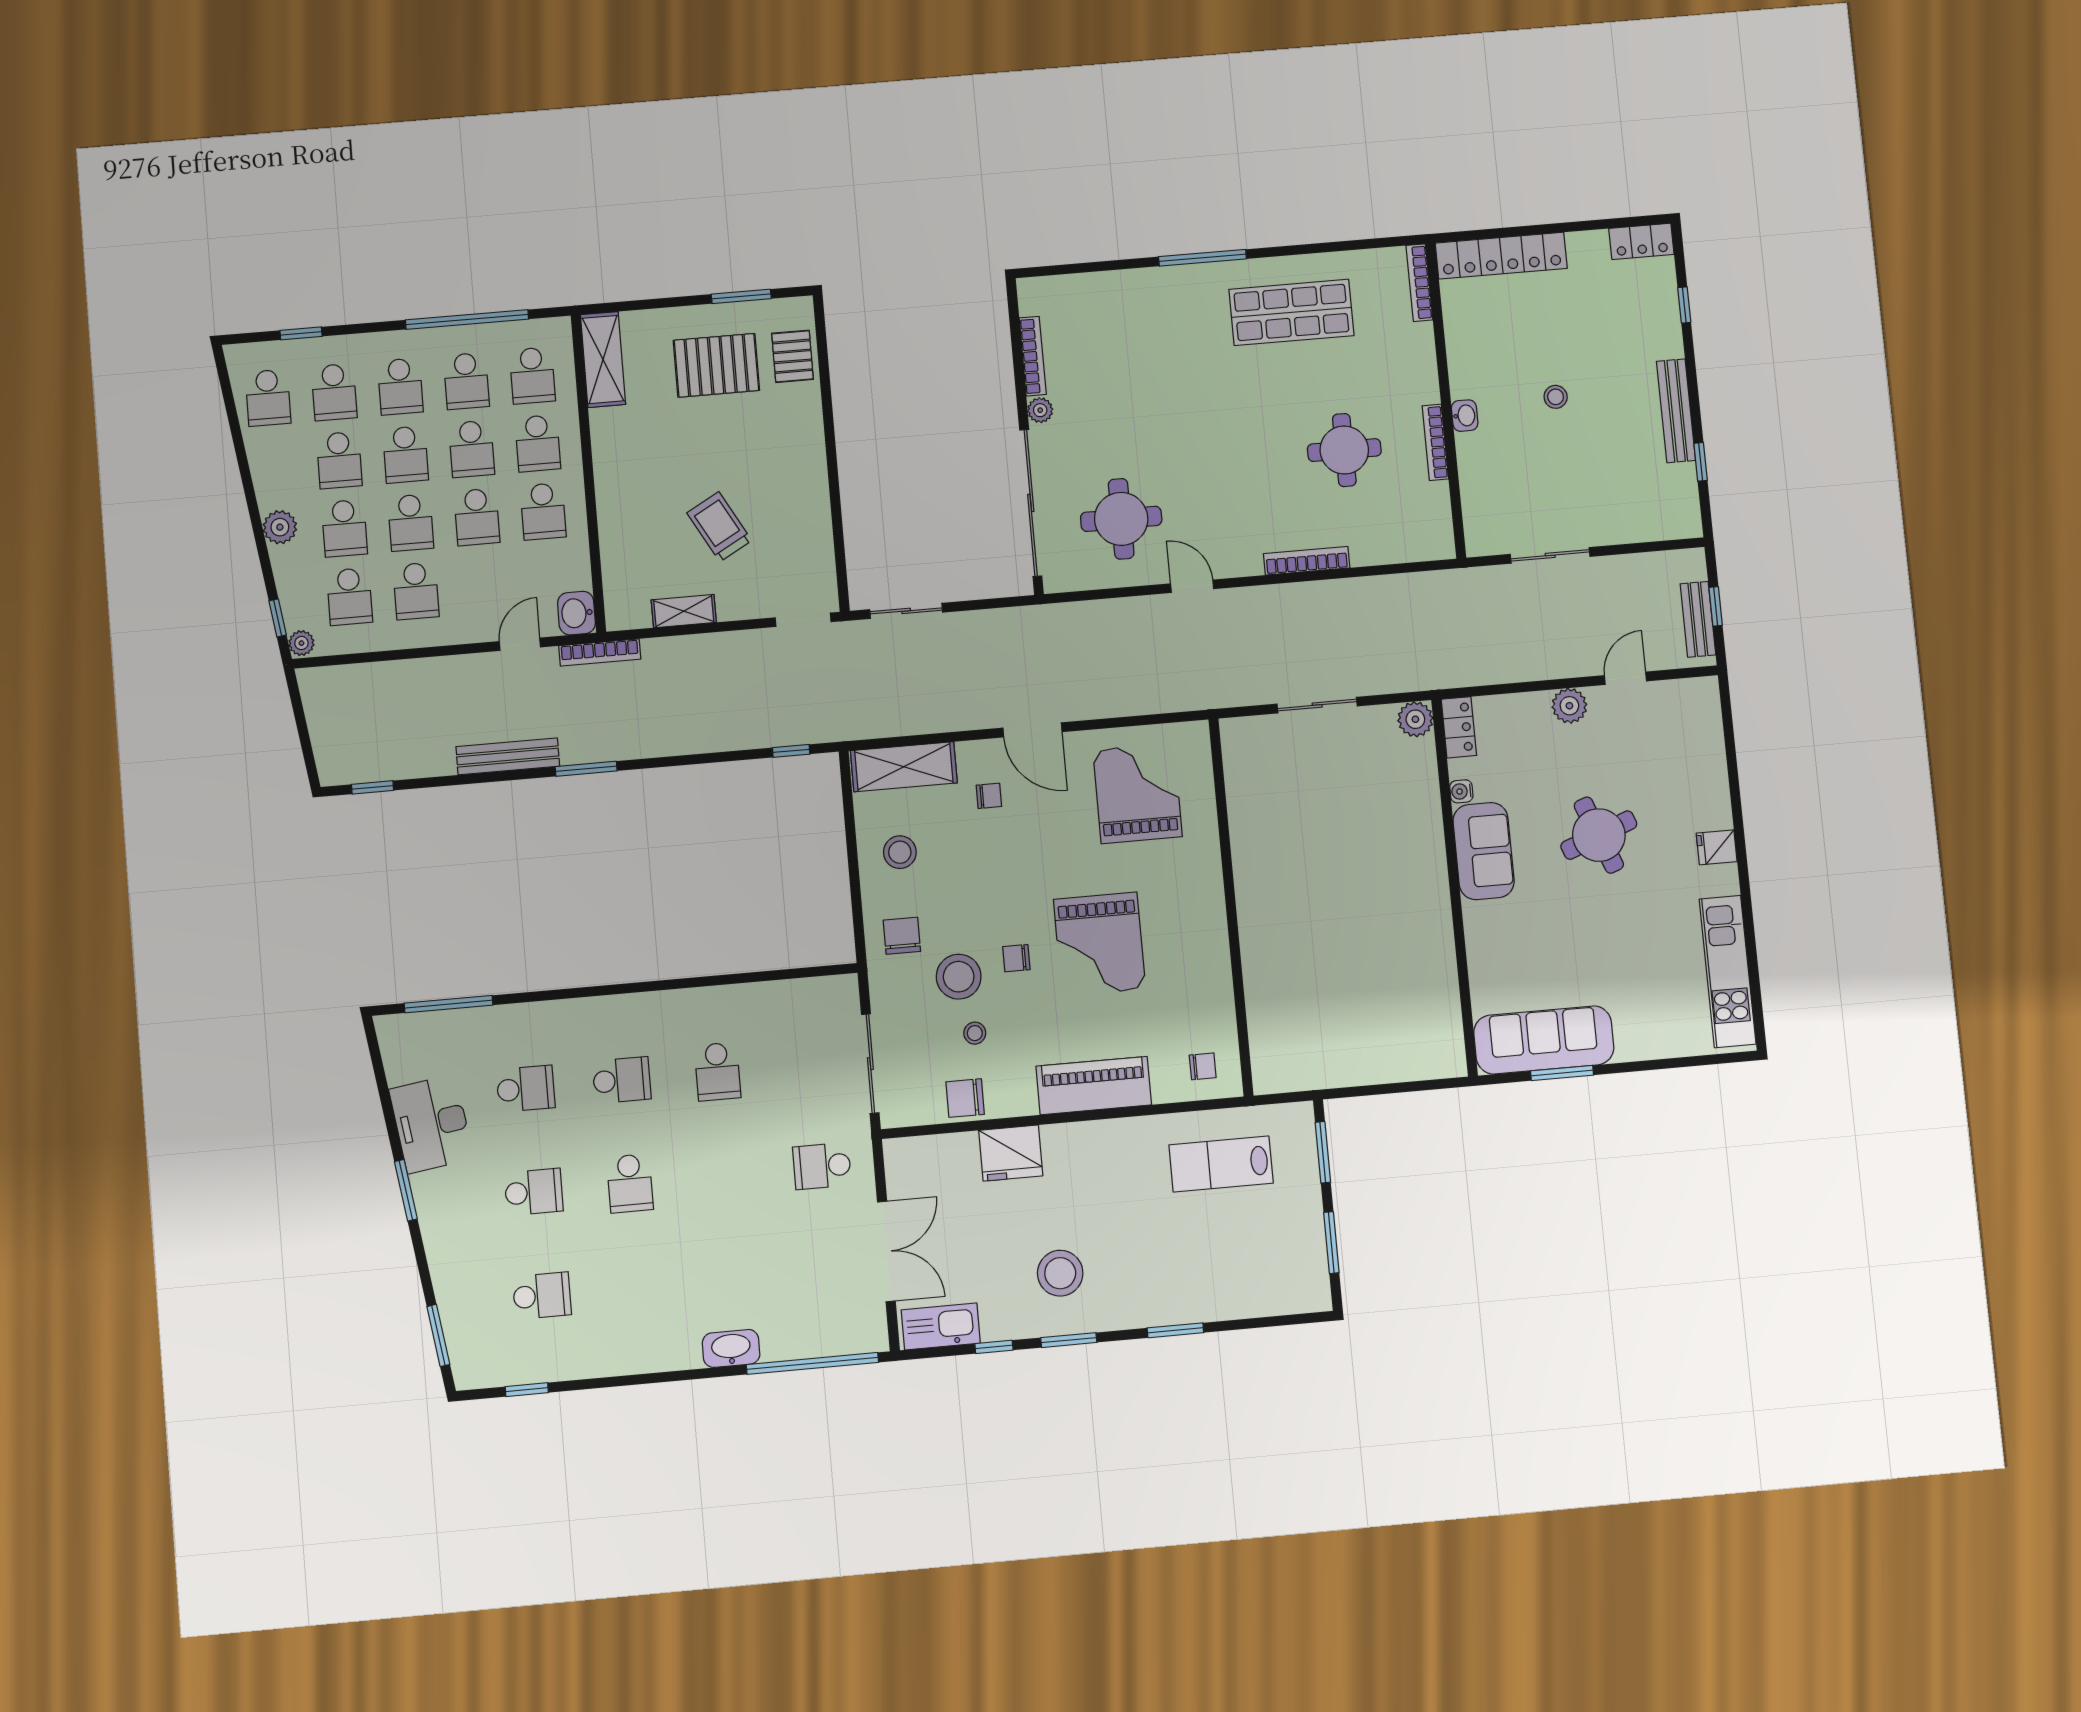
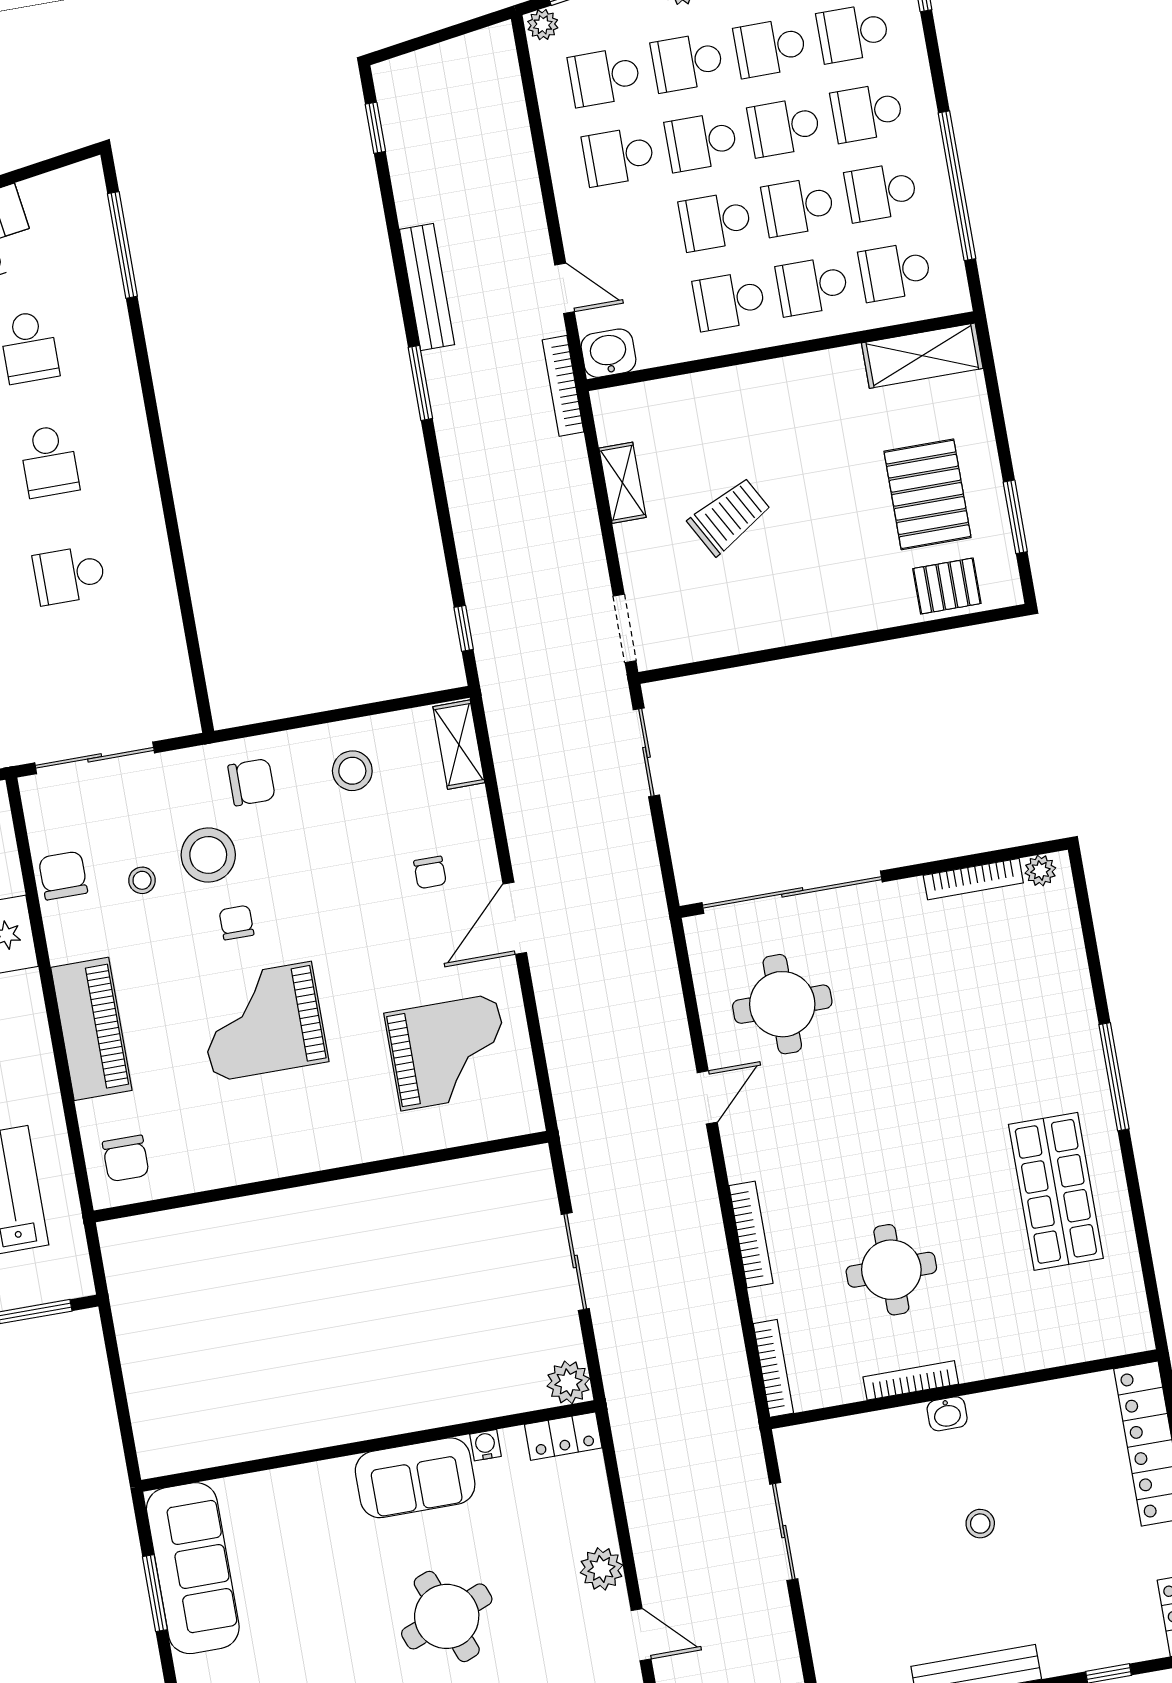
bookcase: (1419, 283) -> (773, 1368), moved, turned 90
plant: (1040, 410) -> (1040, 871), moved
shelving: (904, 767) -> (459, 745), width x0.67, depth x0.75
chair: (1203, 1066) -> (126, 1158), width x1.37, depth x1.37

